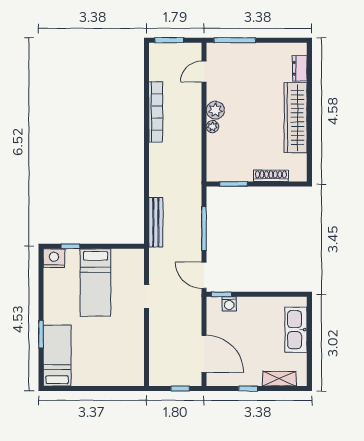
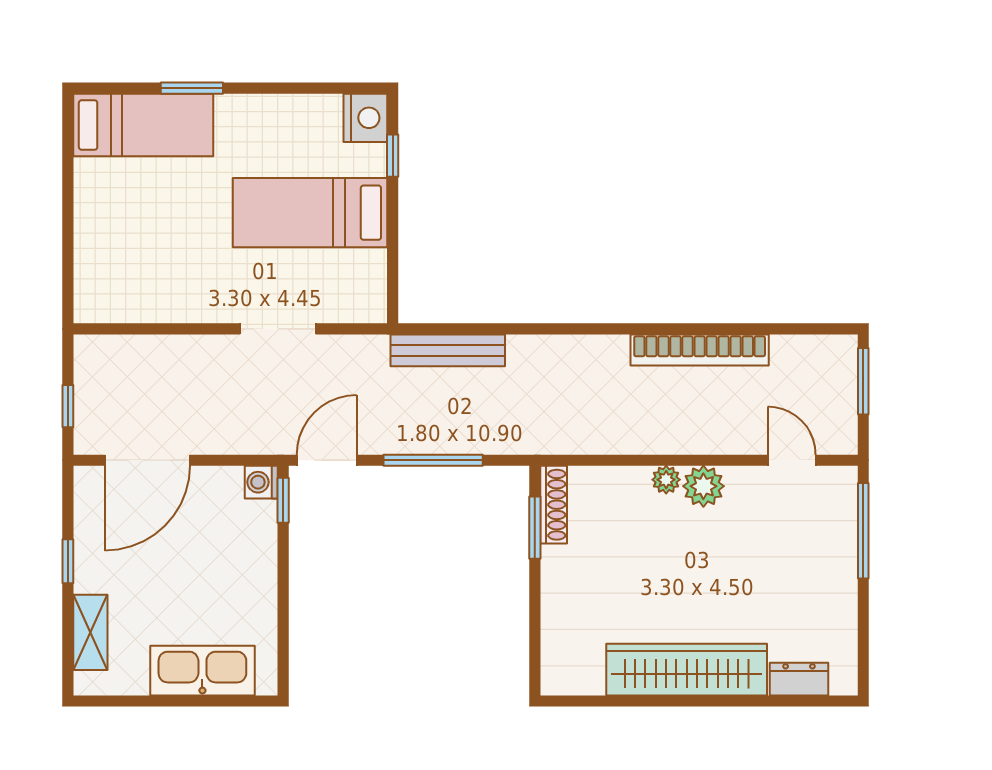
shoe rack: (271, 176) -> (554, 505), moved
doorway: (146, 297) -> (278, 329), width x1.38
washing machine: (229, 304) -> (261, 482), moved

